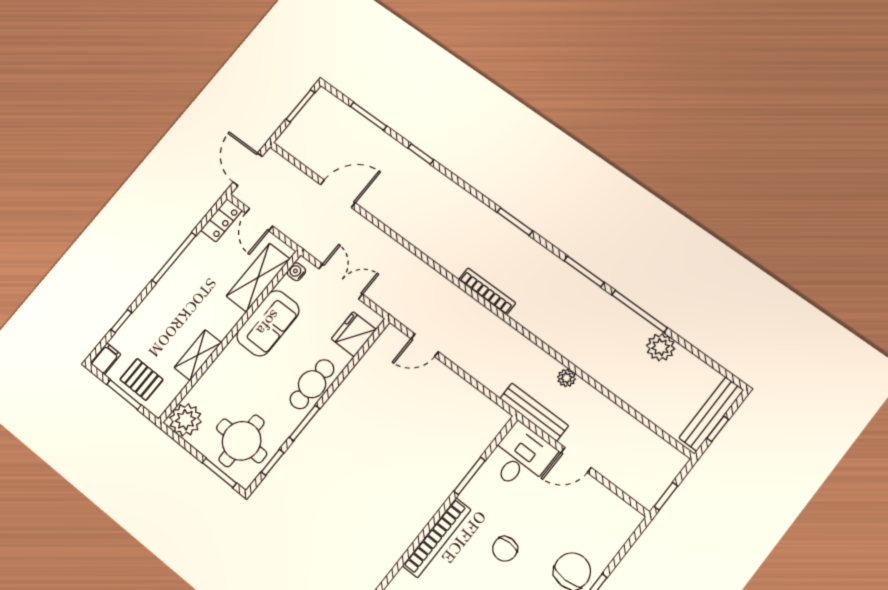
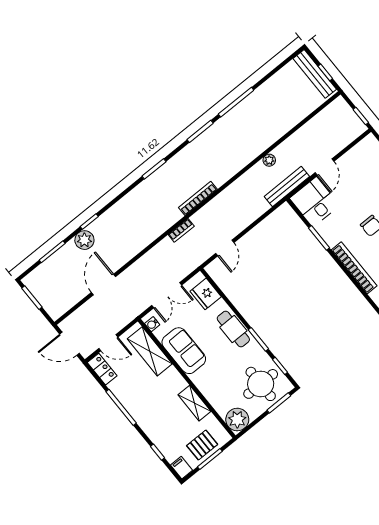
bookcase: (436, 279) -> (181, 230), added
double door: (341, 281) -> (167, 295), swing flipped
plant: (661, 347) -> (84, 240), moved

